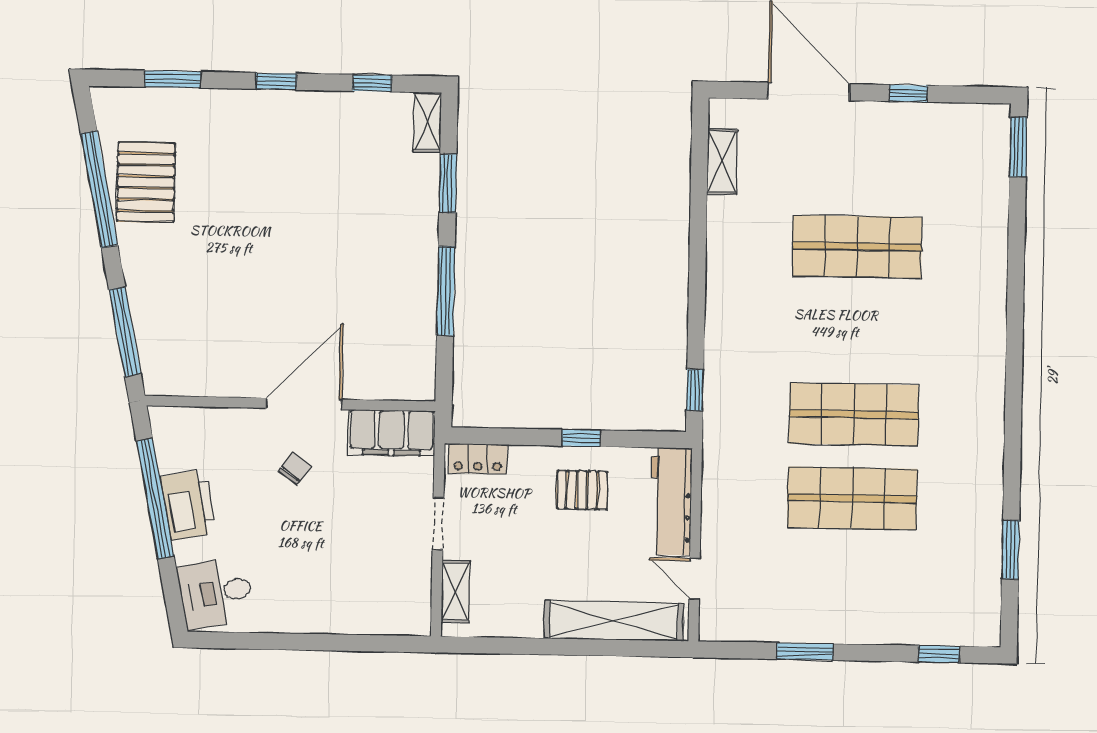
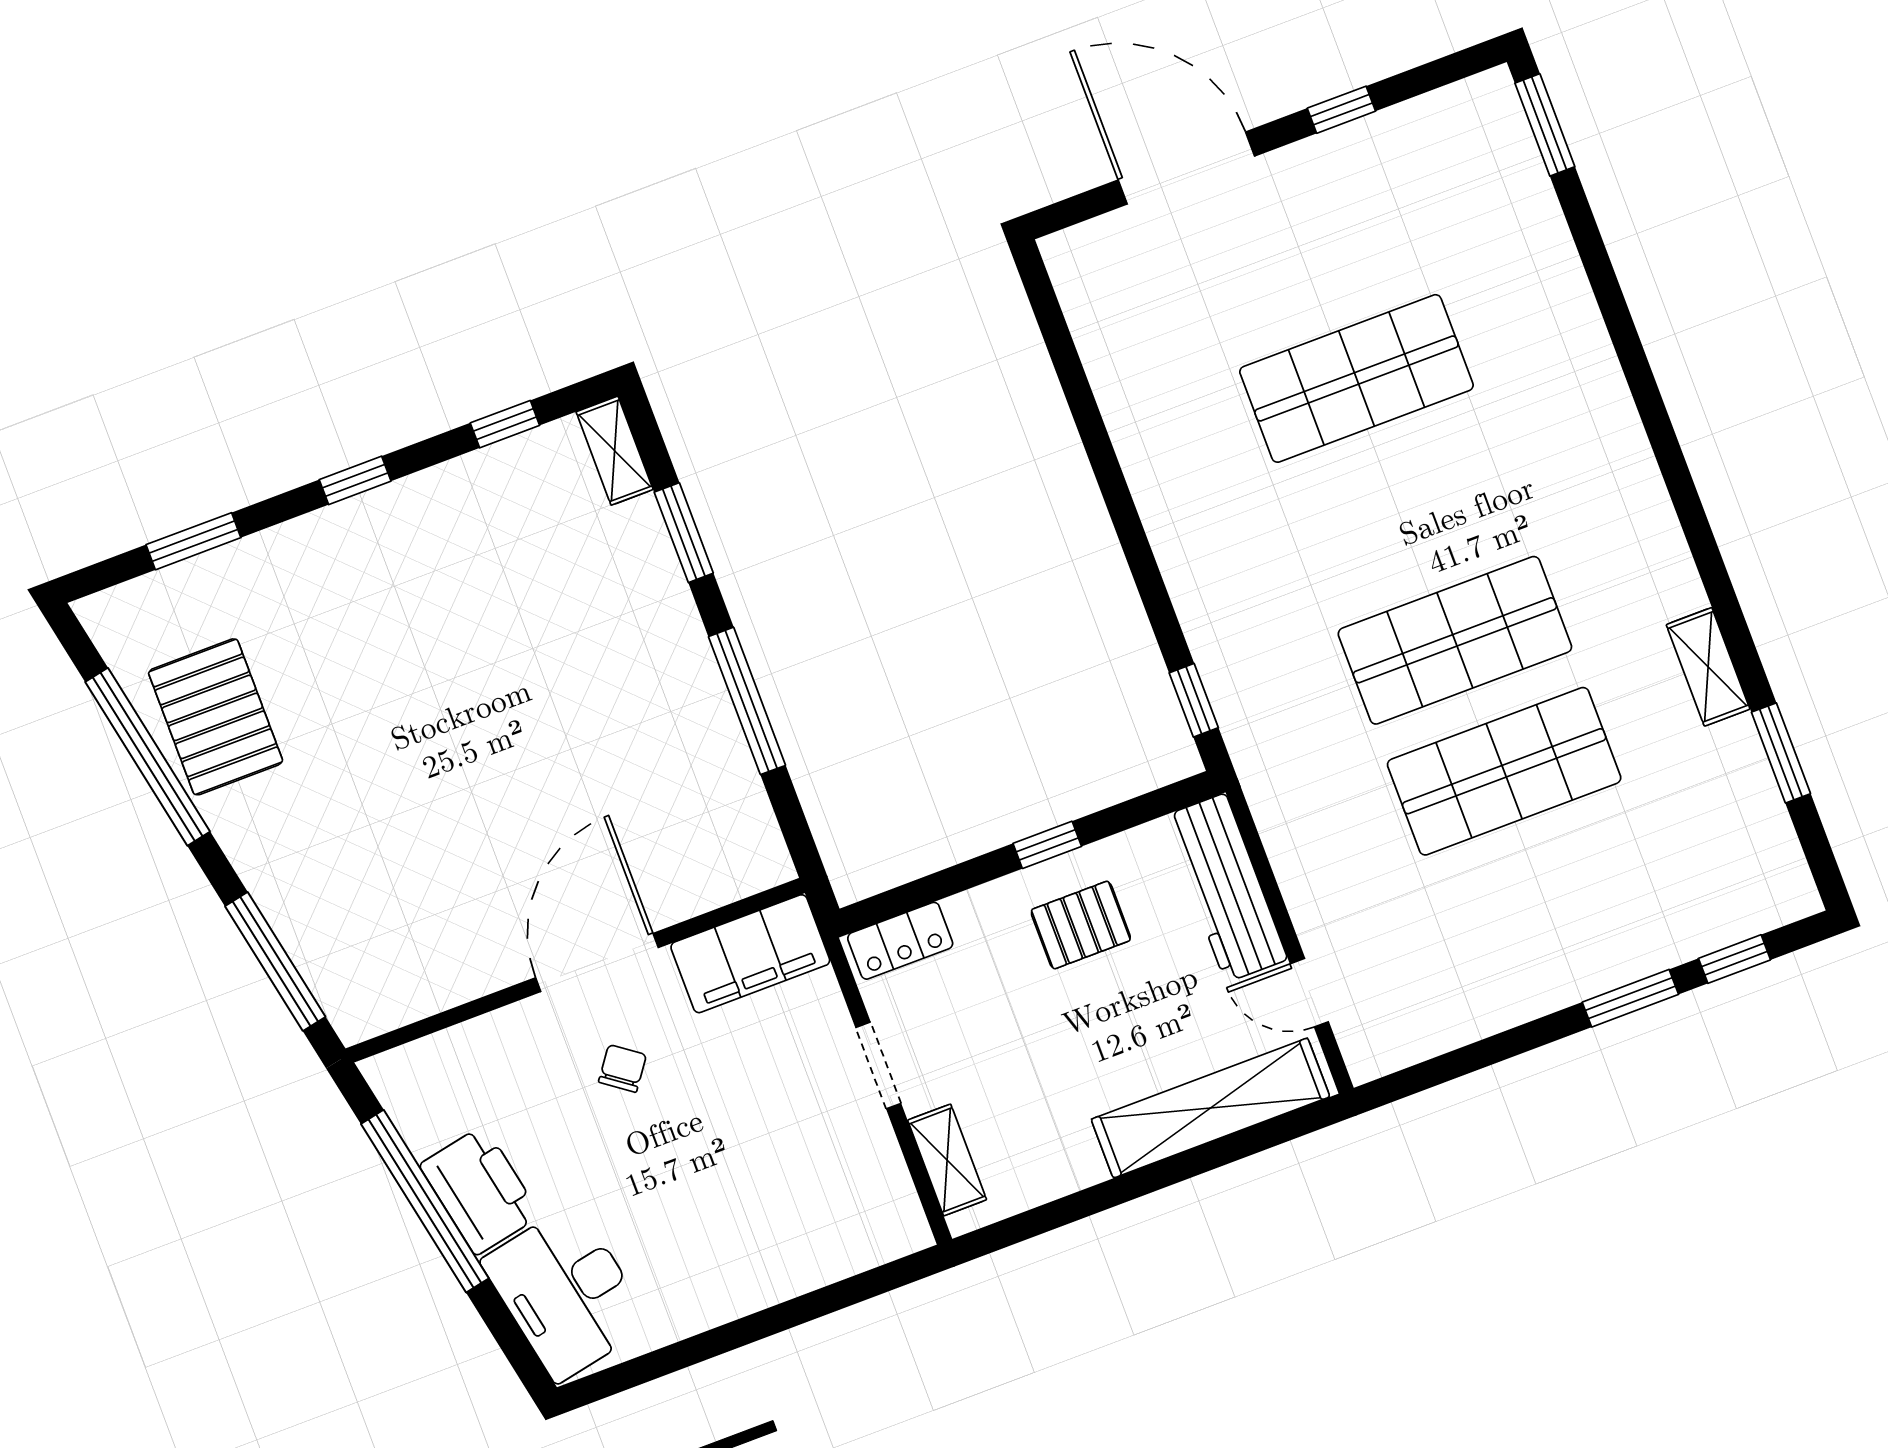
shelving: (722, 162) -> (1708, 667), moved
desk: (216, 593) -> (566, 1293), width x1.37
window: (805, 652) -> (1630, 998), moved

